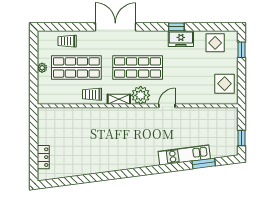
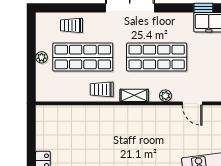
plant: (141, 95) -> (165, 96), width x0.53, depth x0.53
door: (167, 106) -> (192, 103), swing flipped

